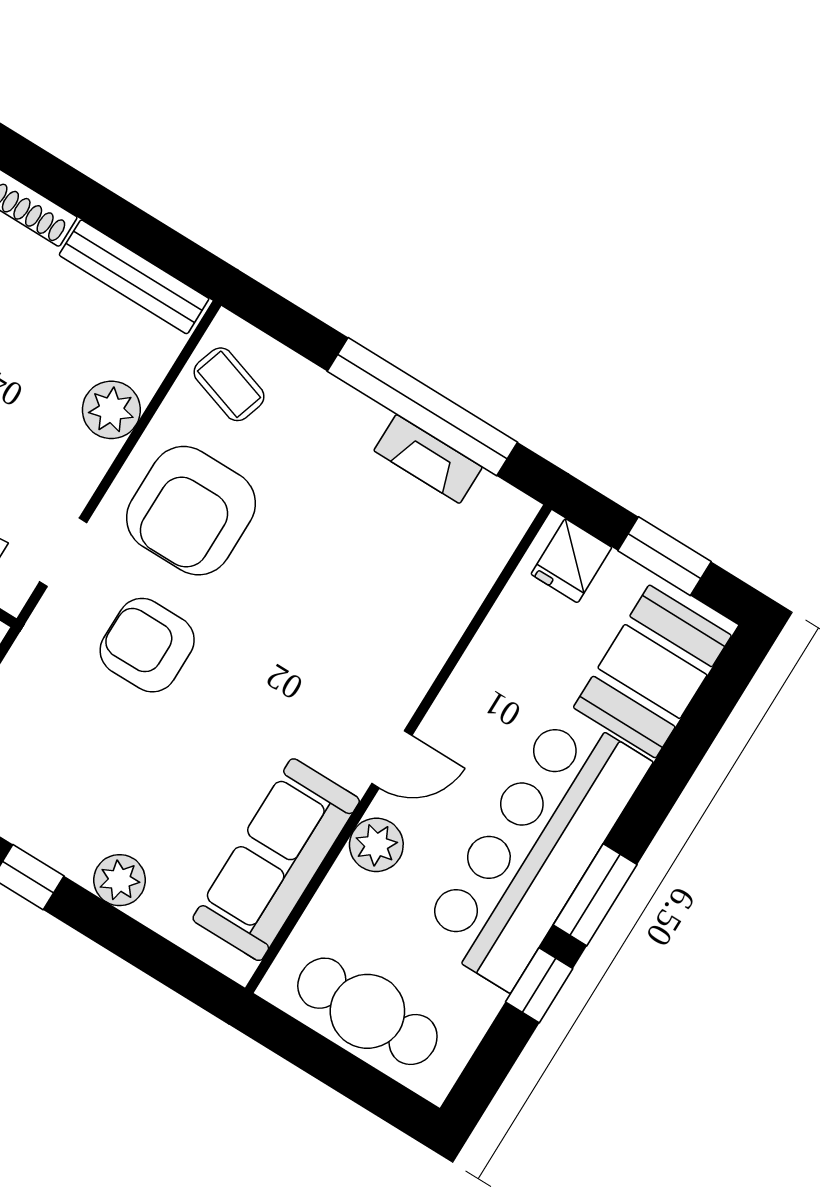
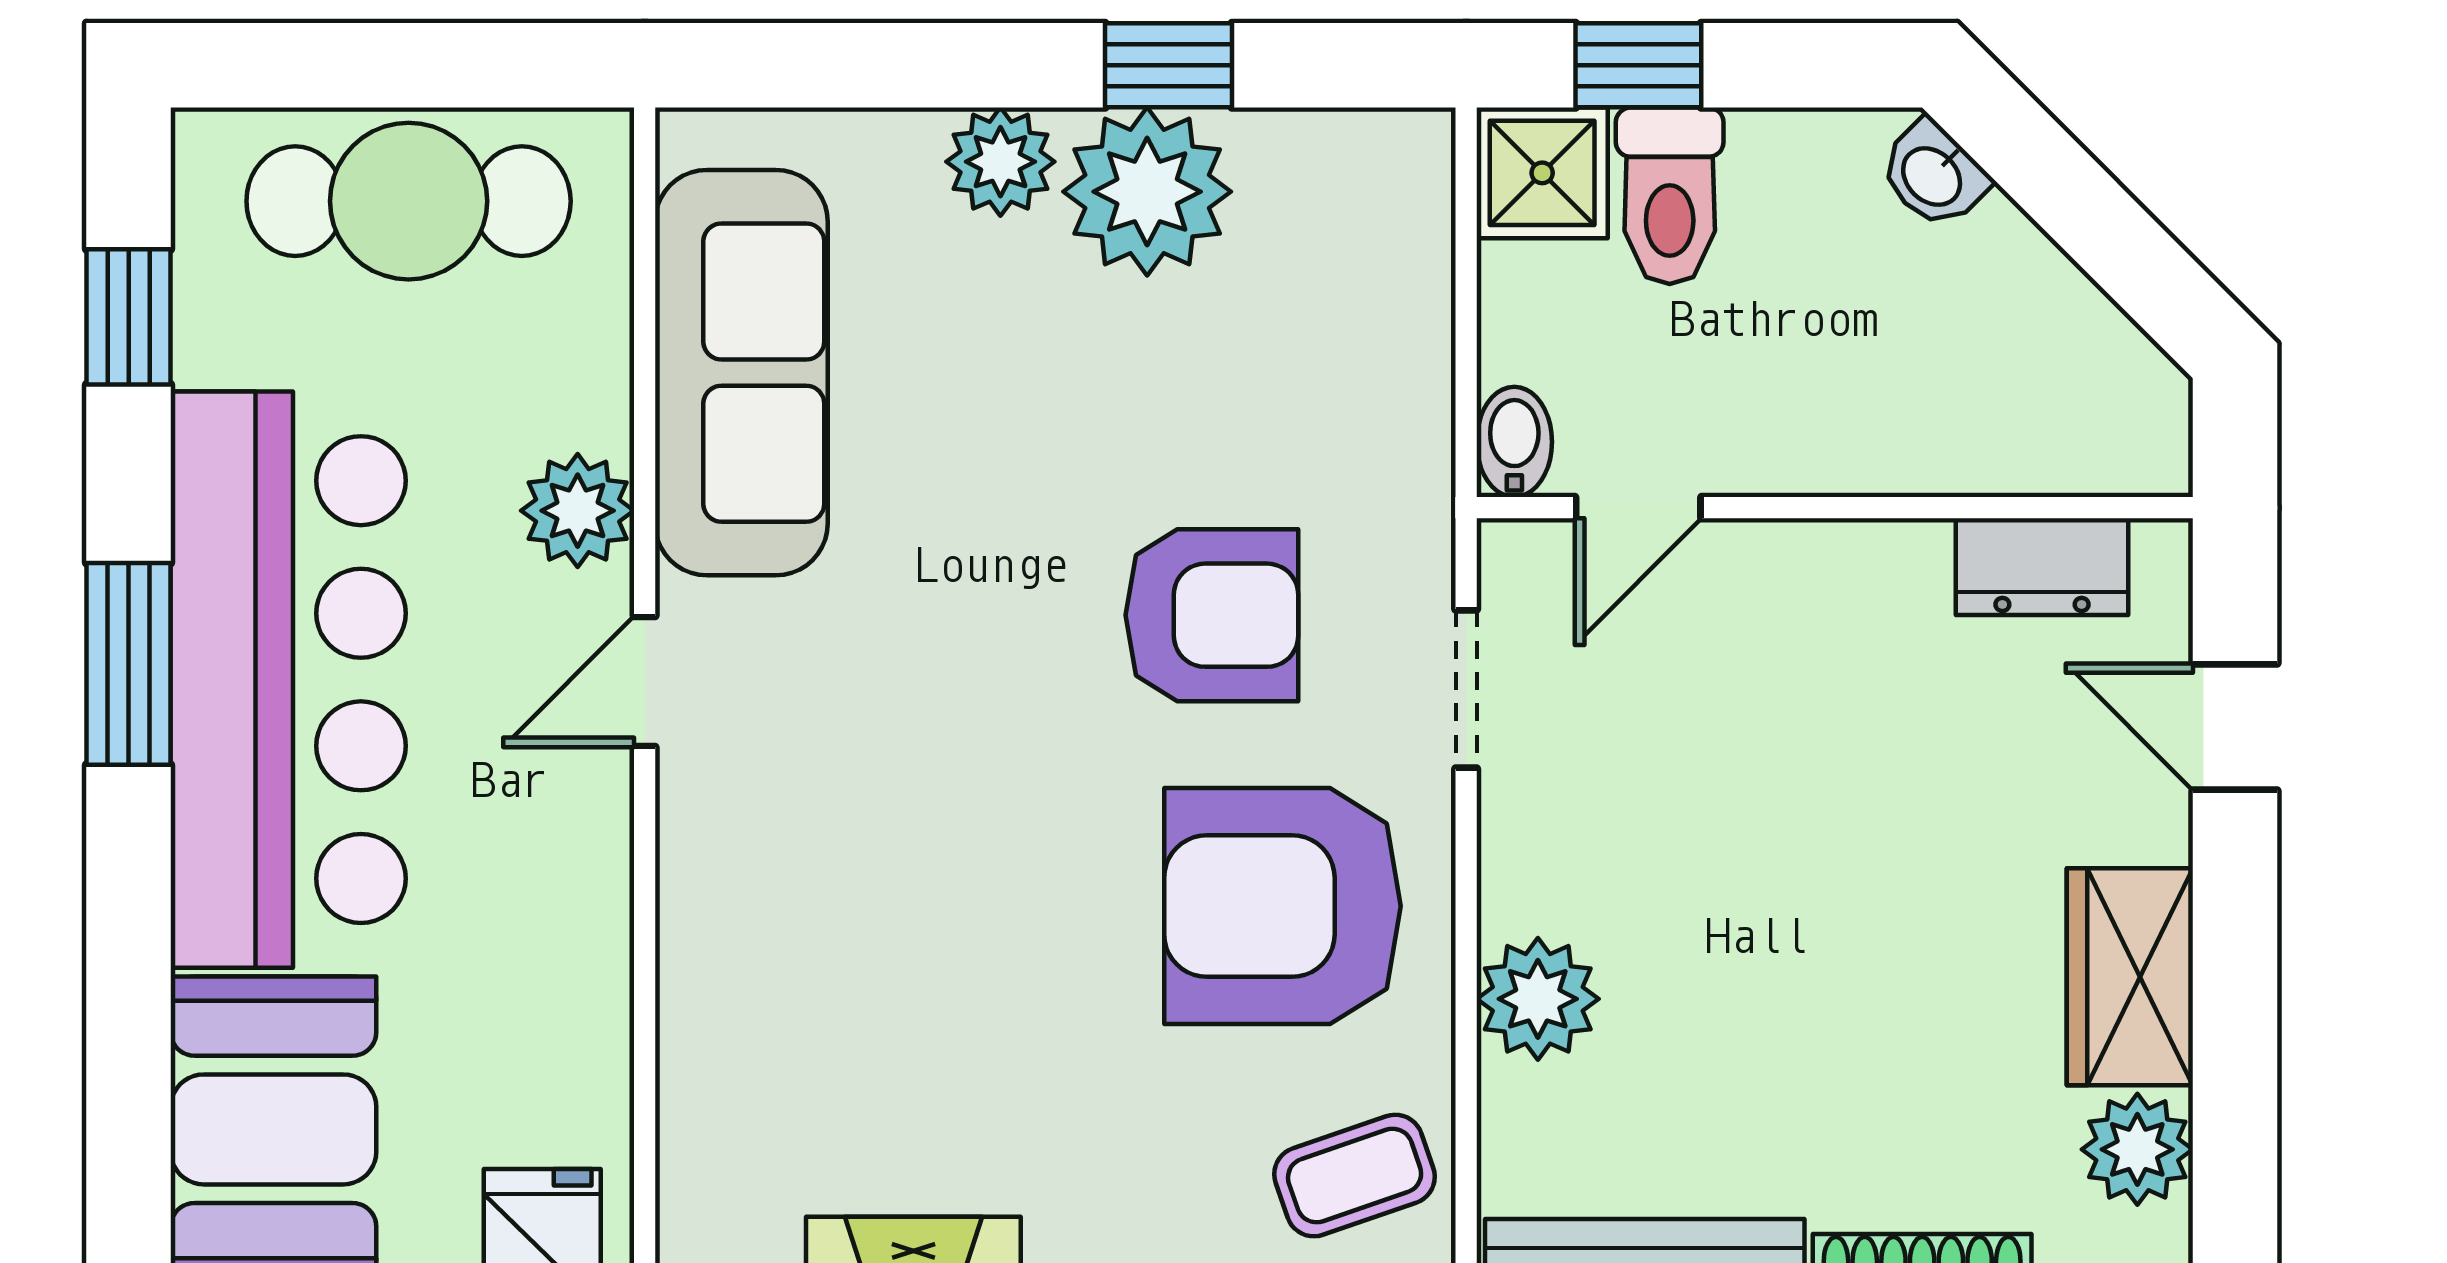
coffee table: (229, 384) -> (1355, 1176), turned -37
armchair: (191, 511) -> (1282, 906), turned -90
plant: (68, 832) -> (1147, 192), added
window: (539, 985) -> (129, 317), moved

